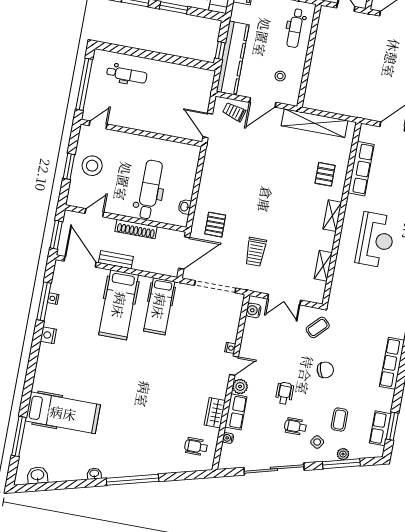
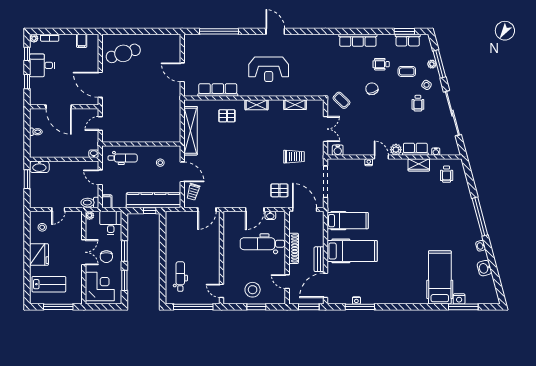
door: (196, 188) -> (255, 210), added
reception desk: (376, 240) -> (269, 69), turned 180
nightstand: (48, 335) -> (459, 299), moved
wheelchair: (285, 393) -> (381, 64), moved
washbasin: (37, 475) -> (484, 268), moved

